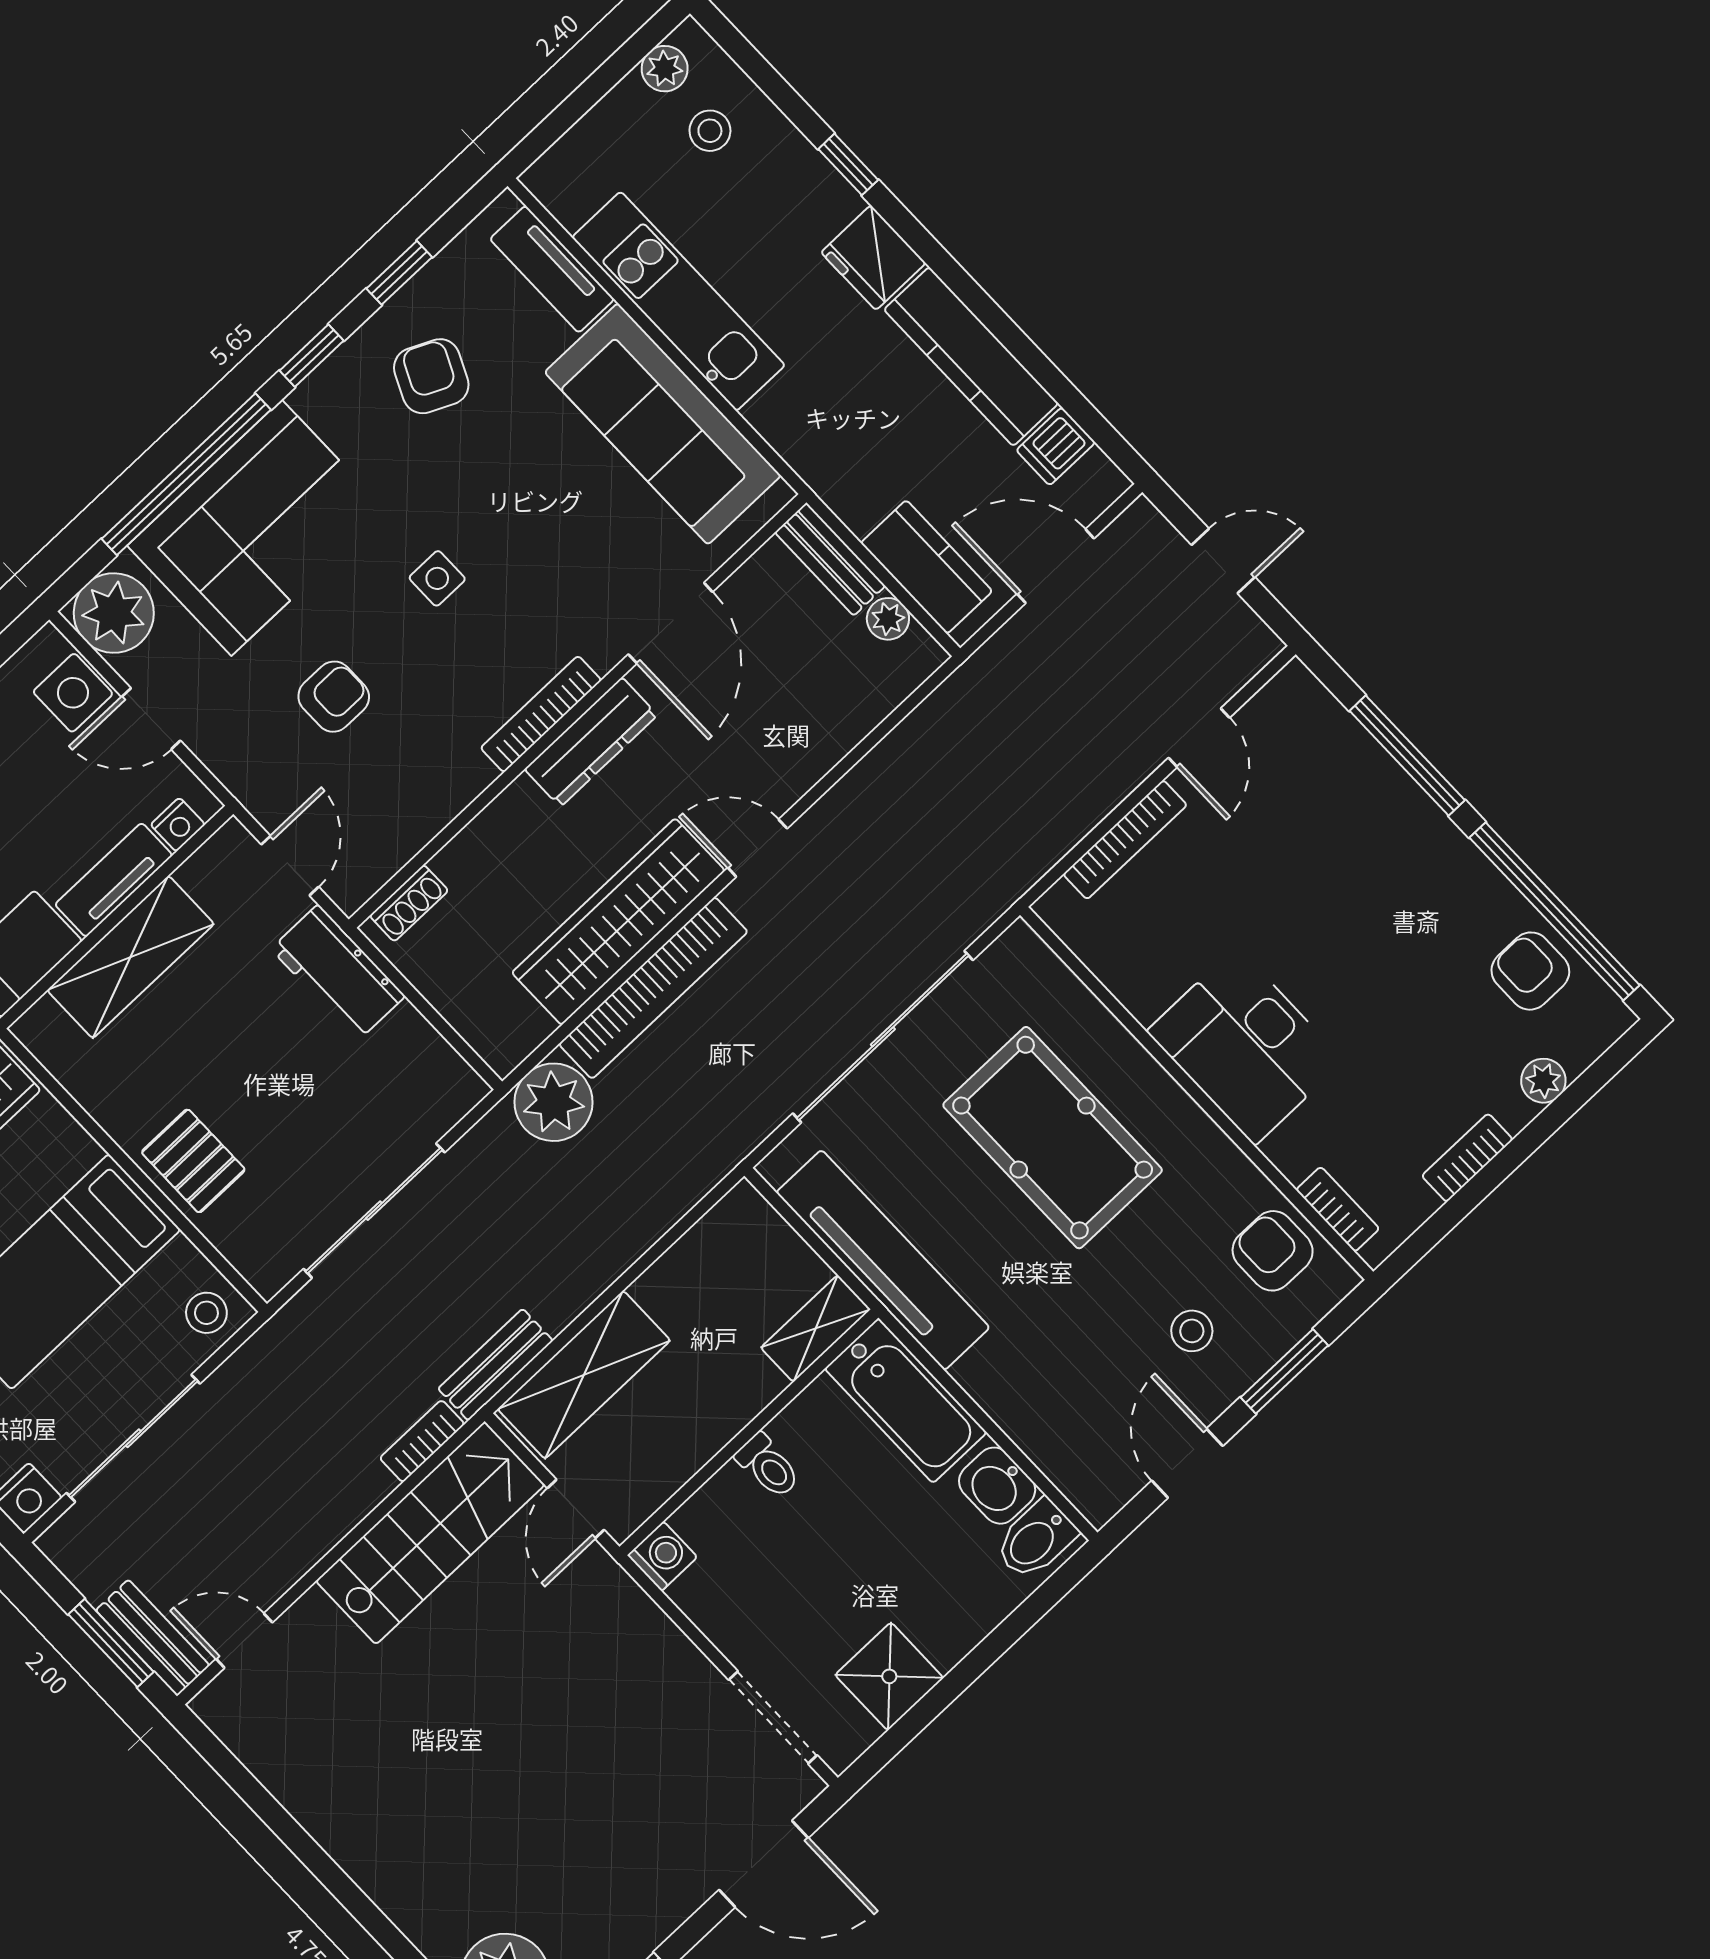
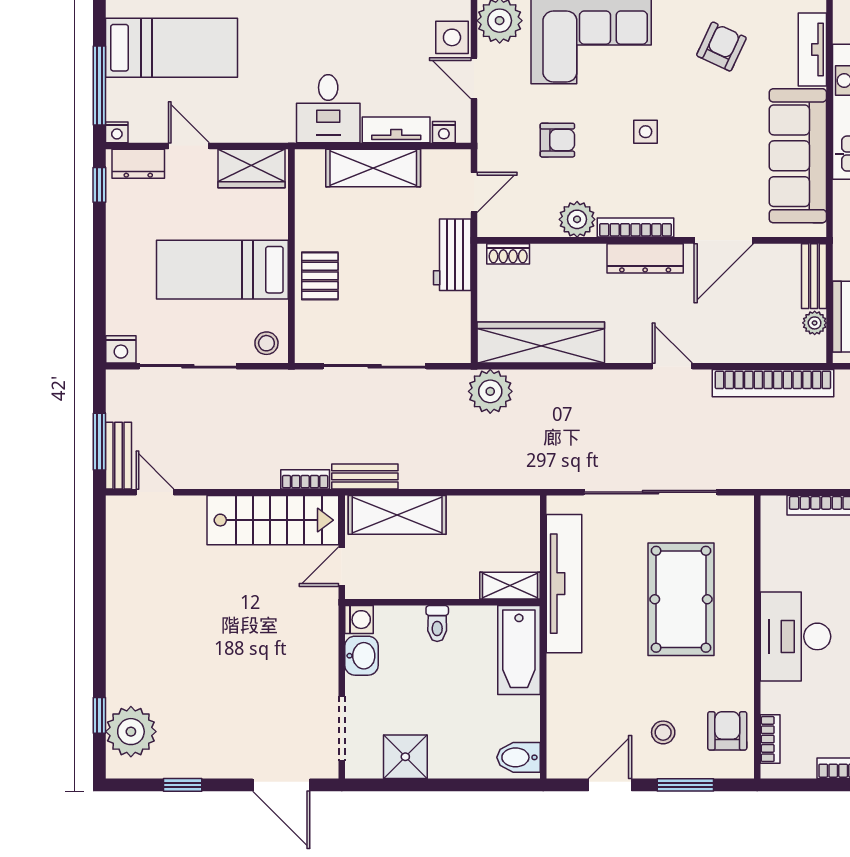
plant: (456, 775) -> (577, 219), added
wardrobe: (618, 922) -> (541, 343), moved
bookcase: (653, 988) -> (773, 383), moved
washbasin: (997, 1486) -> (361, 656), moved, turned 180

